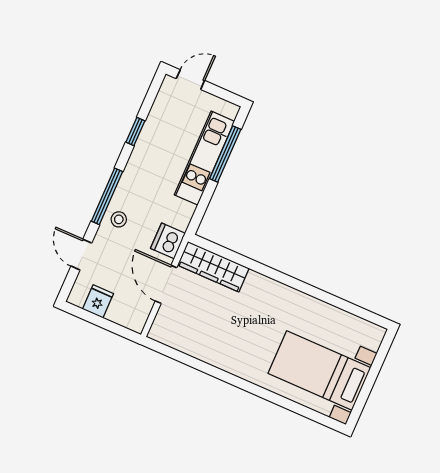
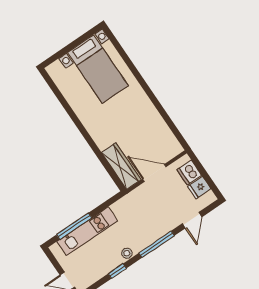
stool: (119, 219) -> (127, 253), moved
dishwasher: (168, 241) -> (189, 173), moved, turned 90
door: (166, 284) -> (154, 173), swing flipped

